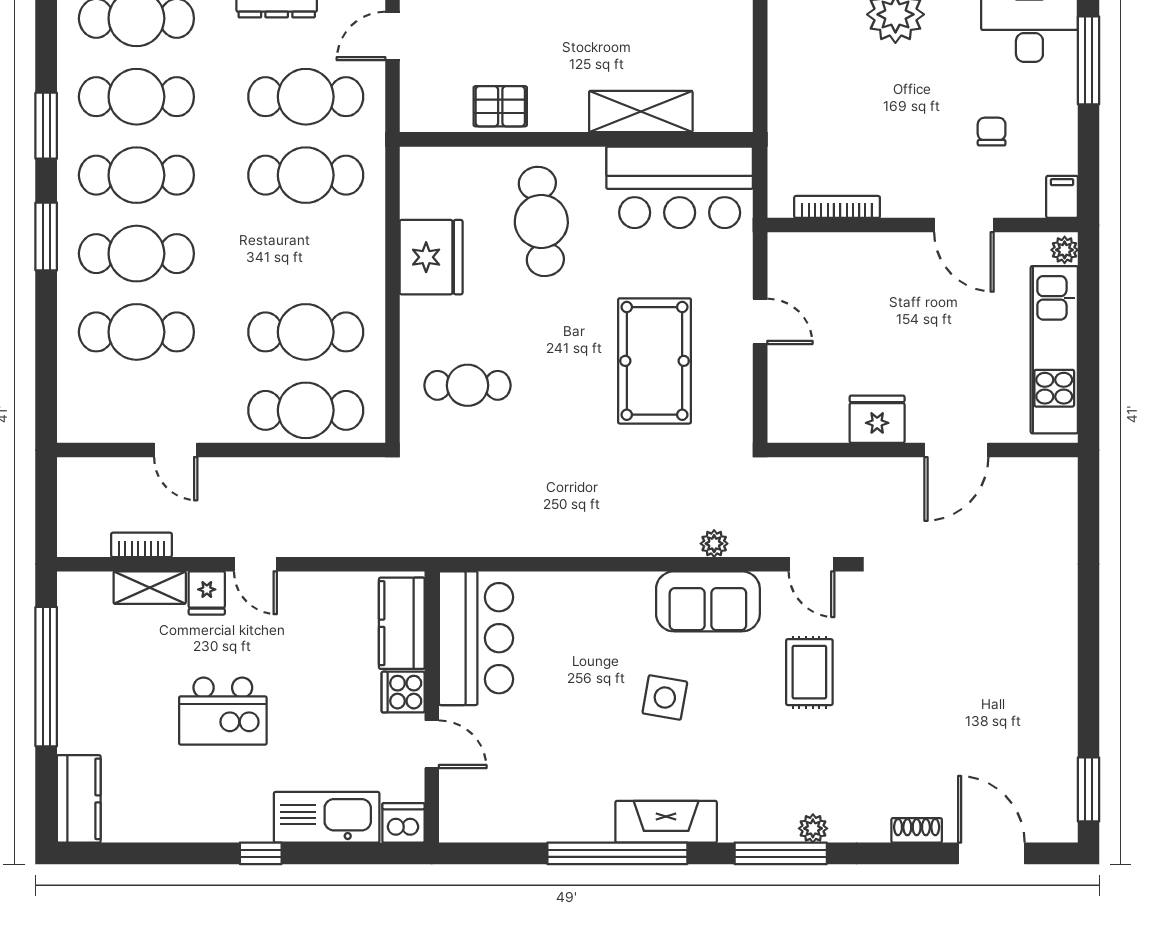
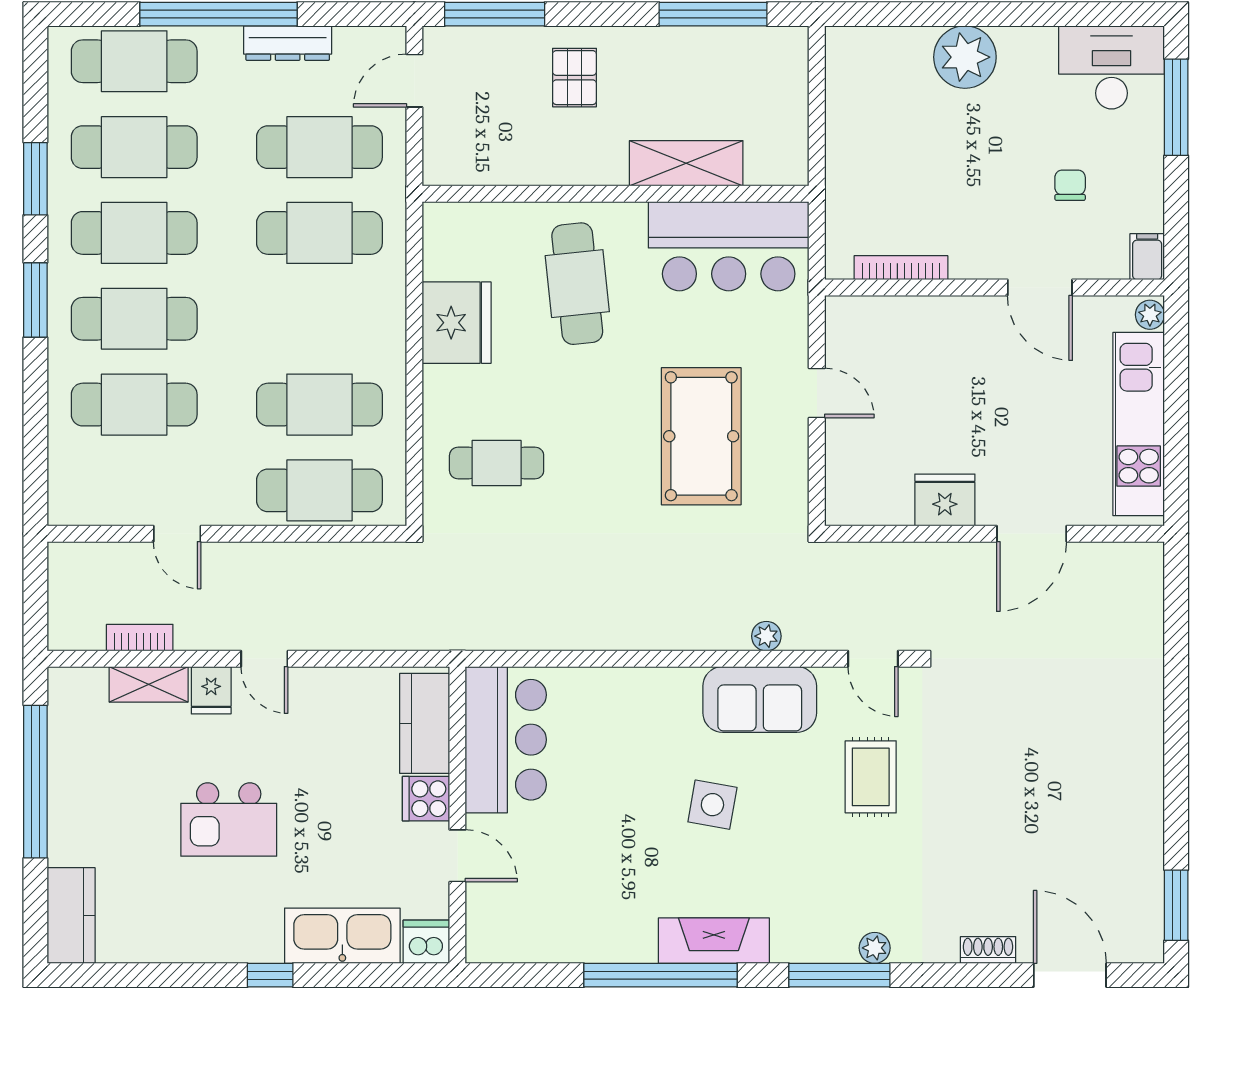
pallet: (500, 106) -> (574, 78), moved, turned 90

